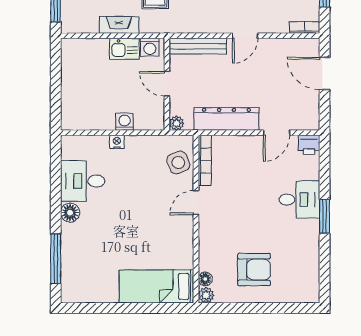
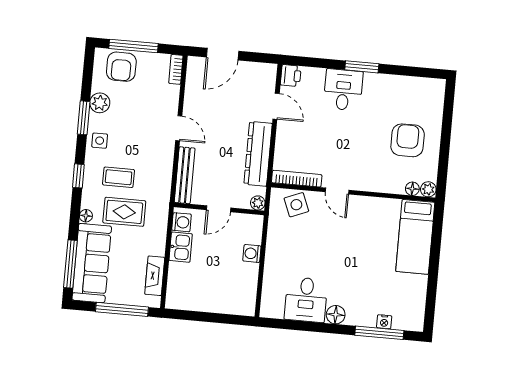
fireplace: (119, 25) -> (155, 276), moved
nightstand: (117, 142) -> (384, 322), moved, turned -90

